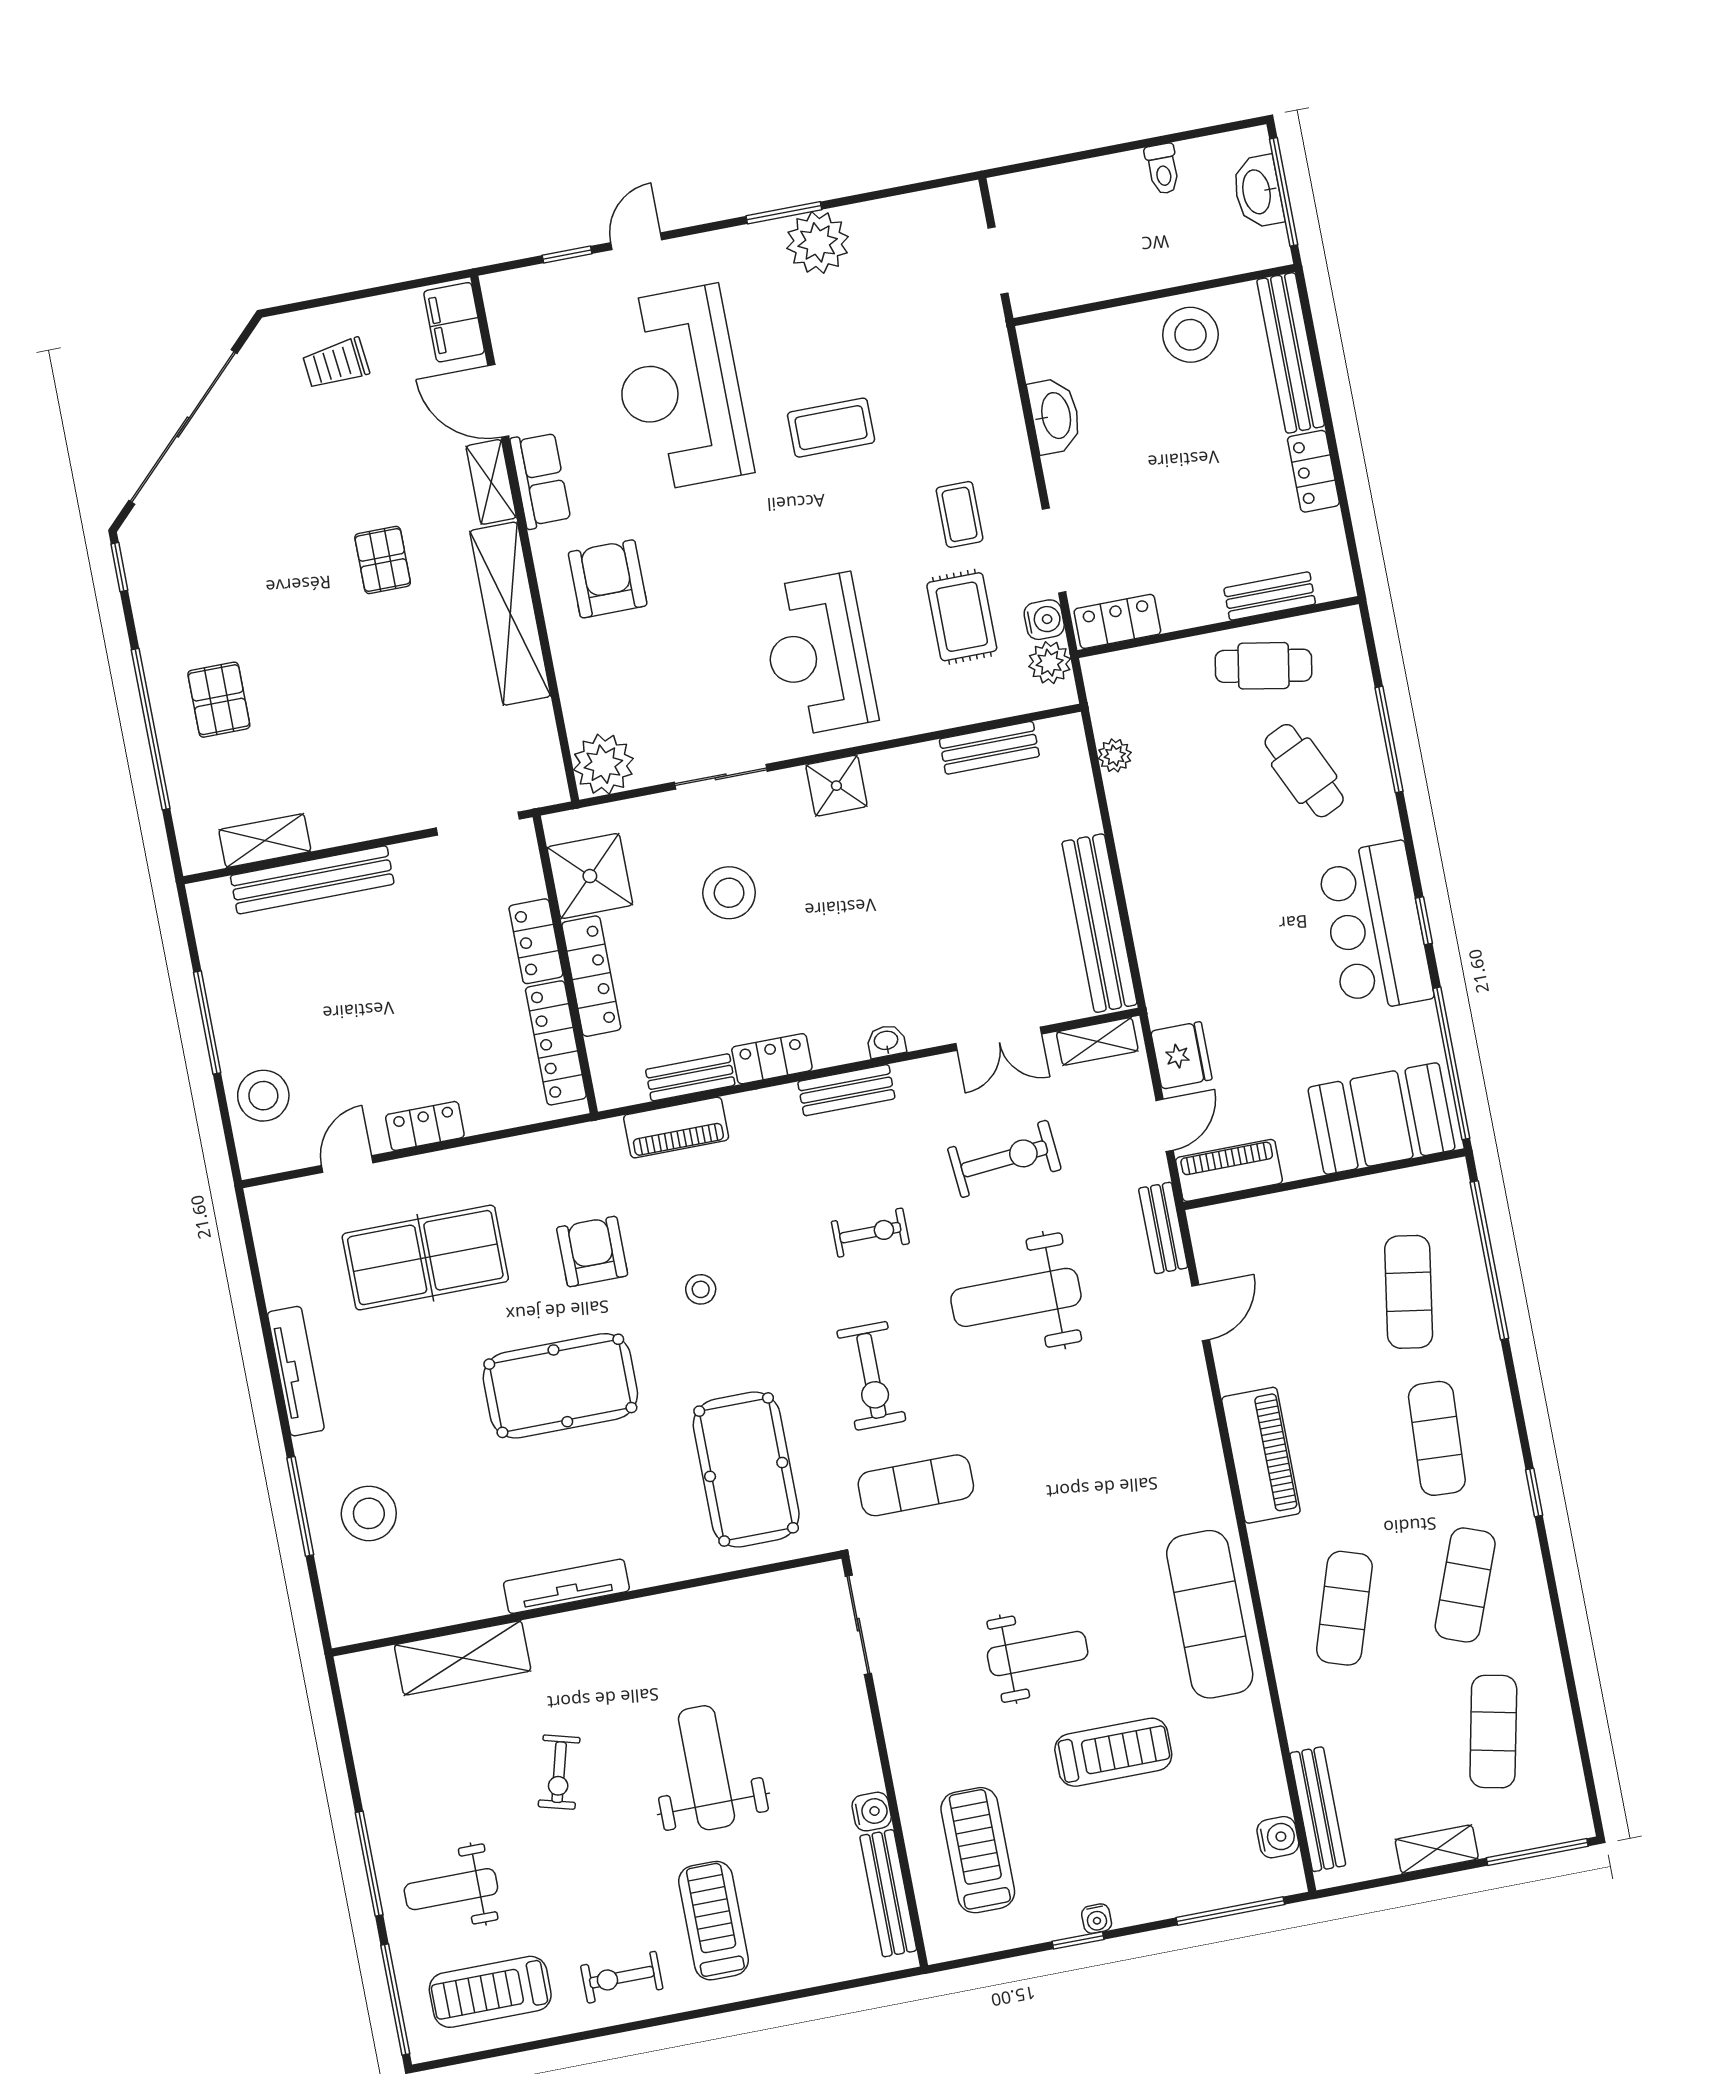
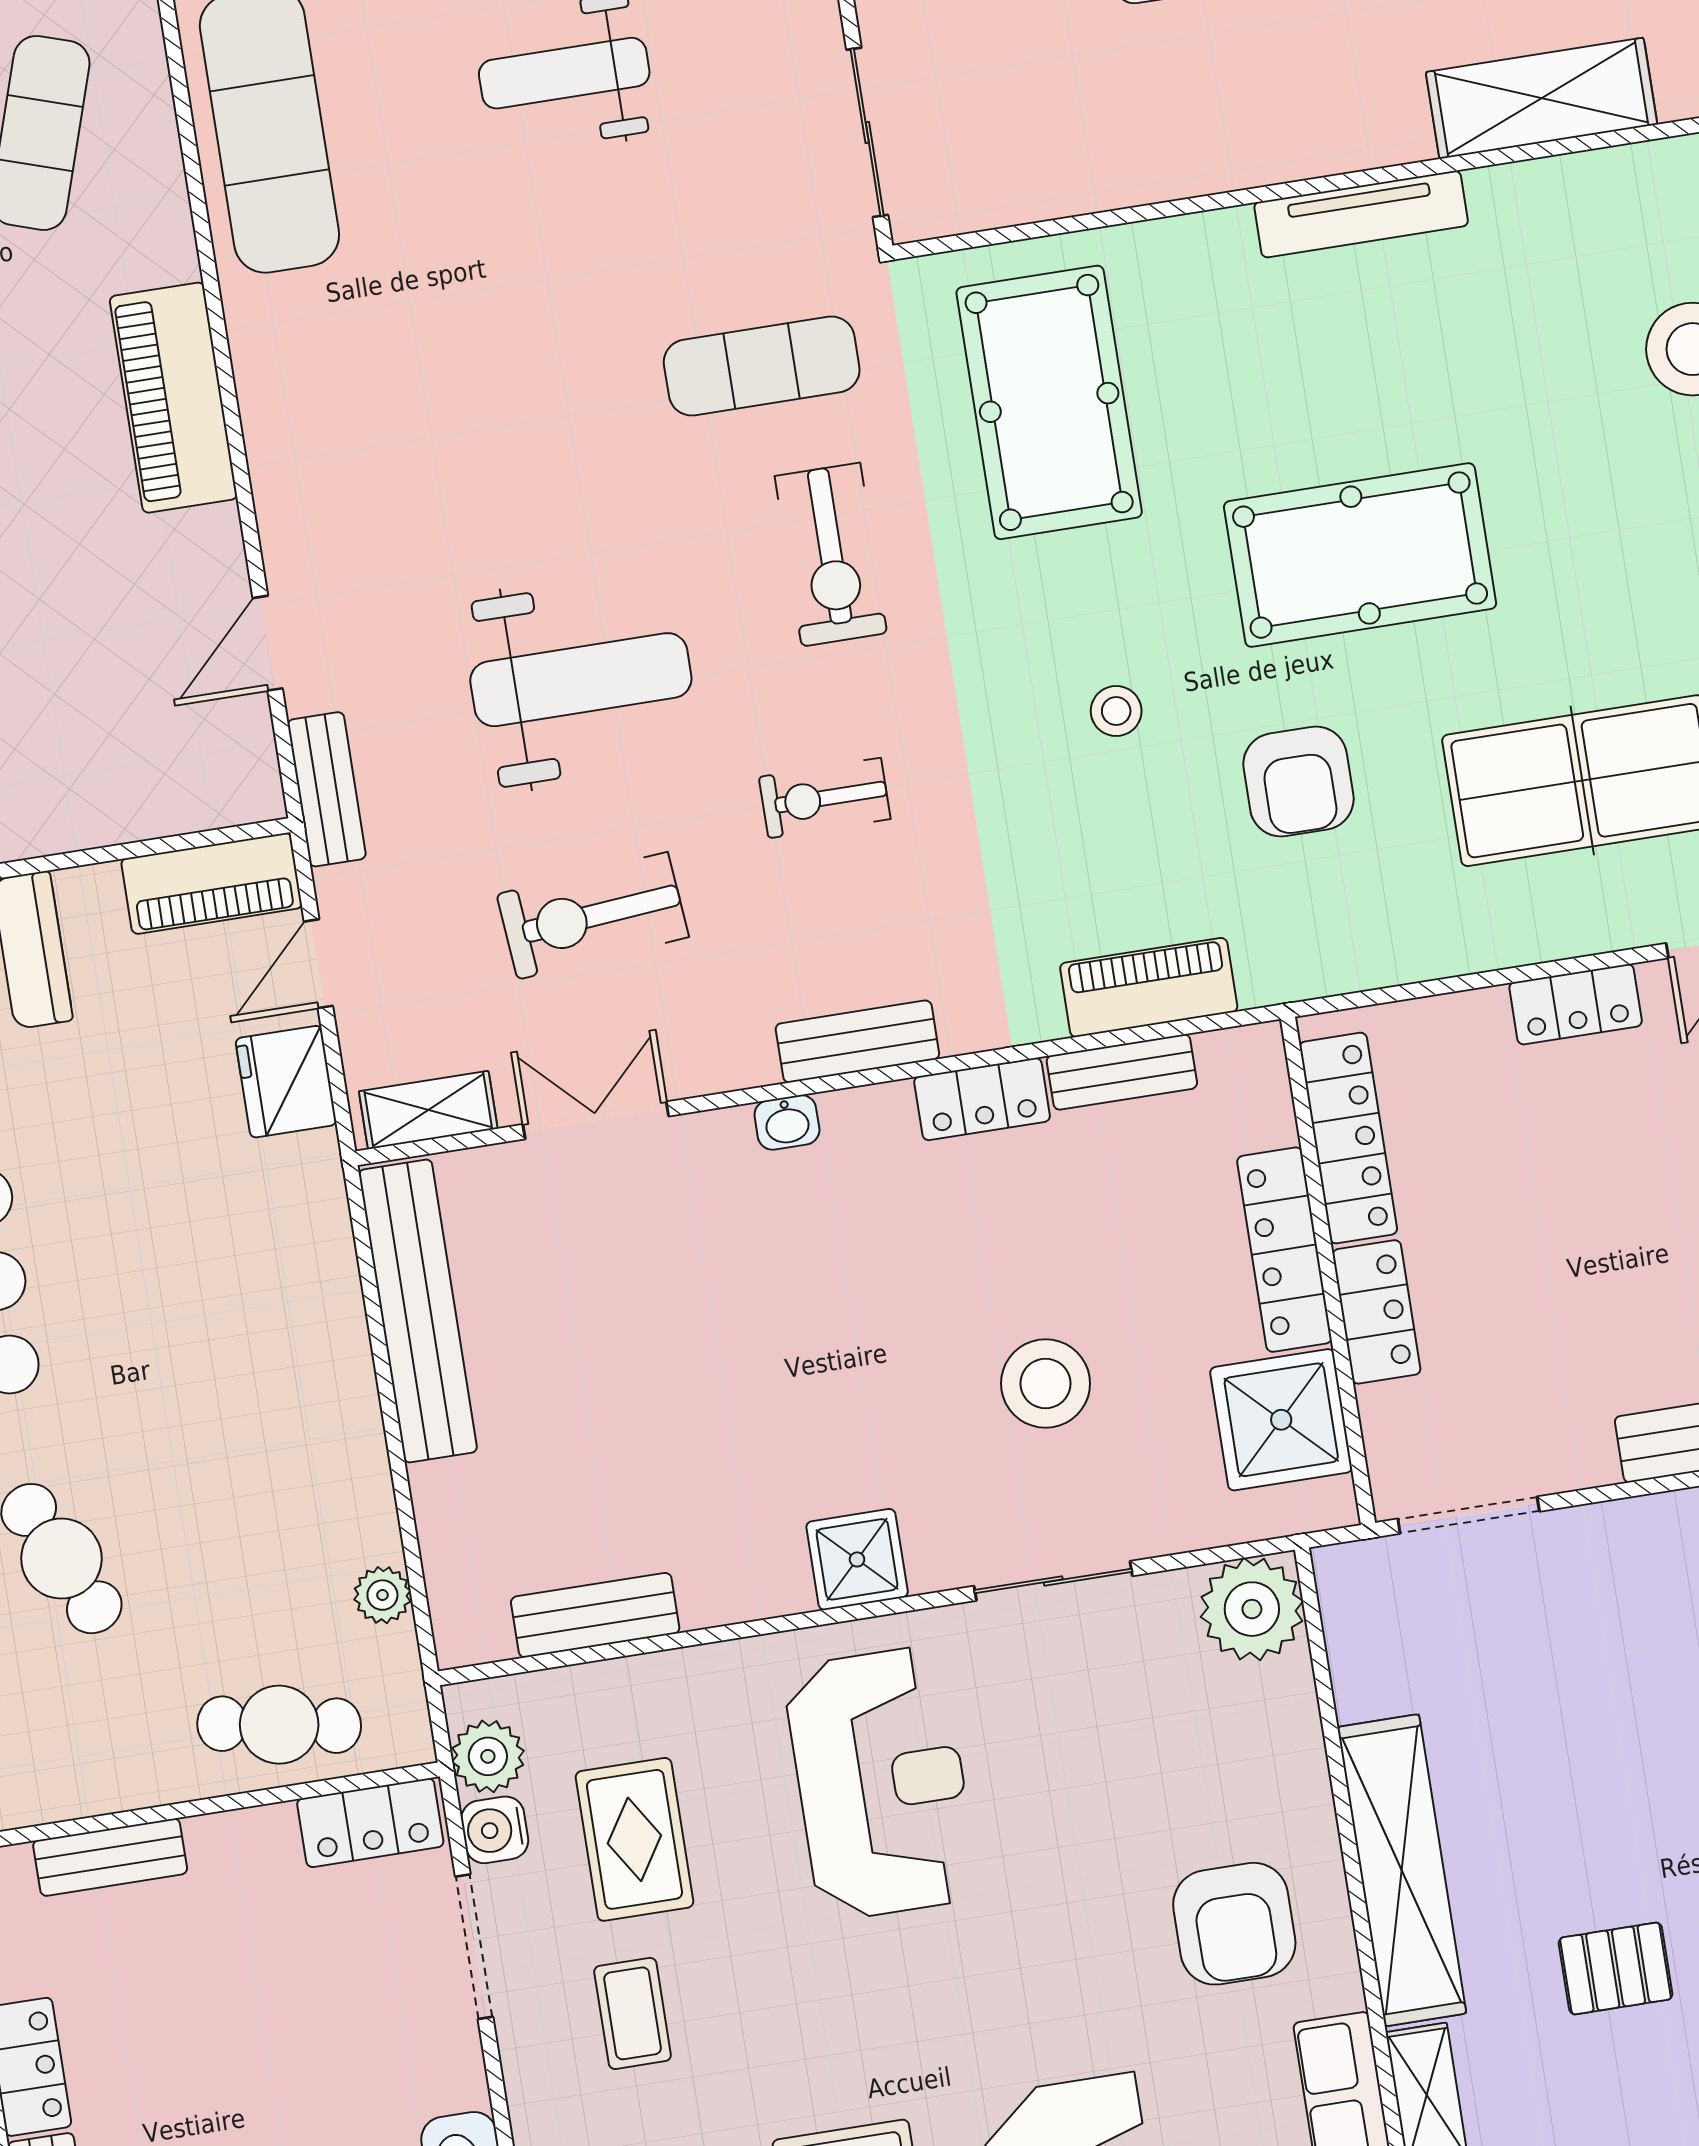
pallet: (383, 560) -> (1616, 1968), turned 90
cafe table: (1264, 666) -> (279, 1725), moved
exercise bike: (871, 1376) -> (831, 555), turned 180

